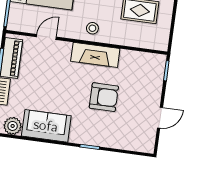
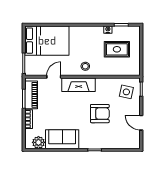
fireplace: (95, 55) -> (79, 85), moved
side table: (145, 72) -> (126, 92), added
door: (160, 118) -> (141, 123), swing flipped

